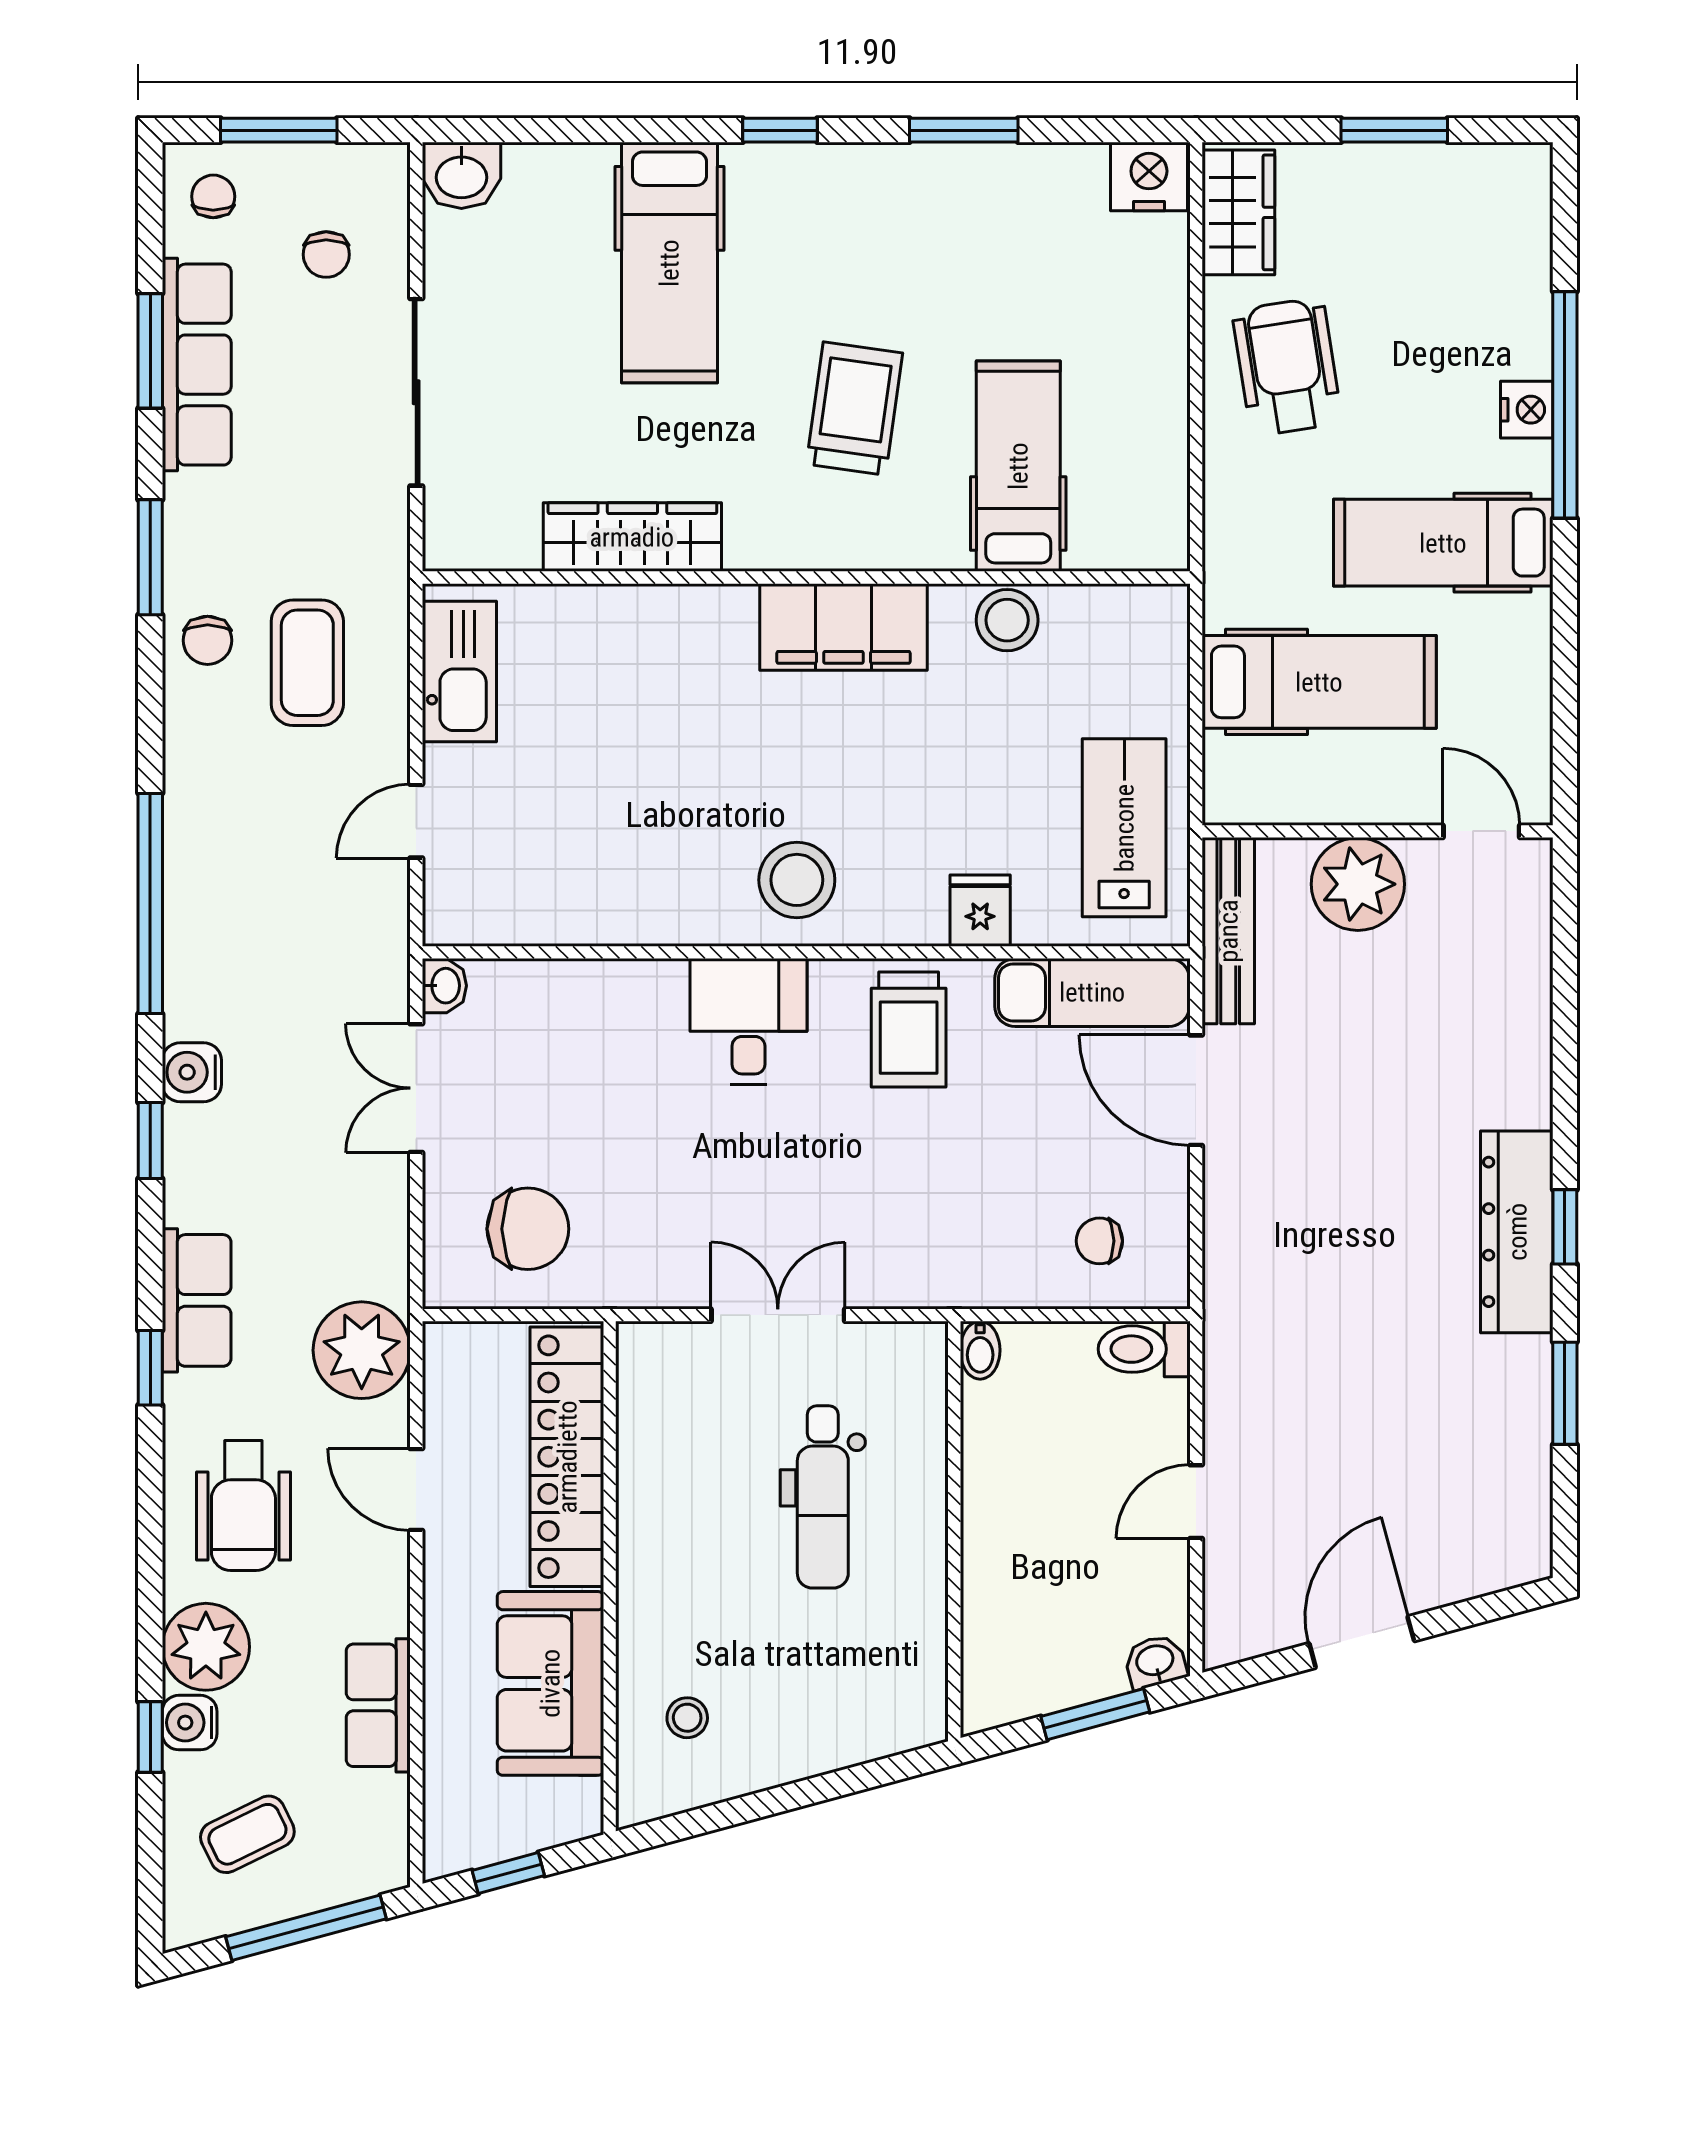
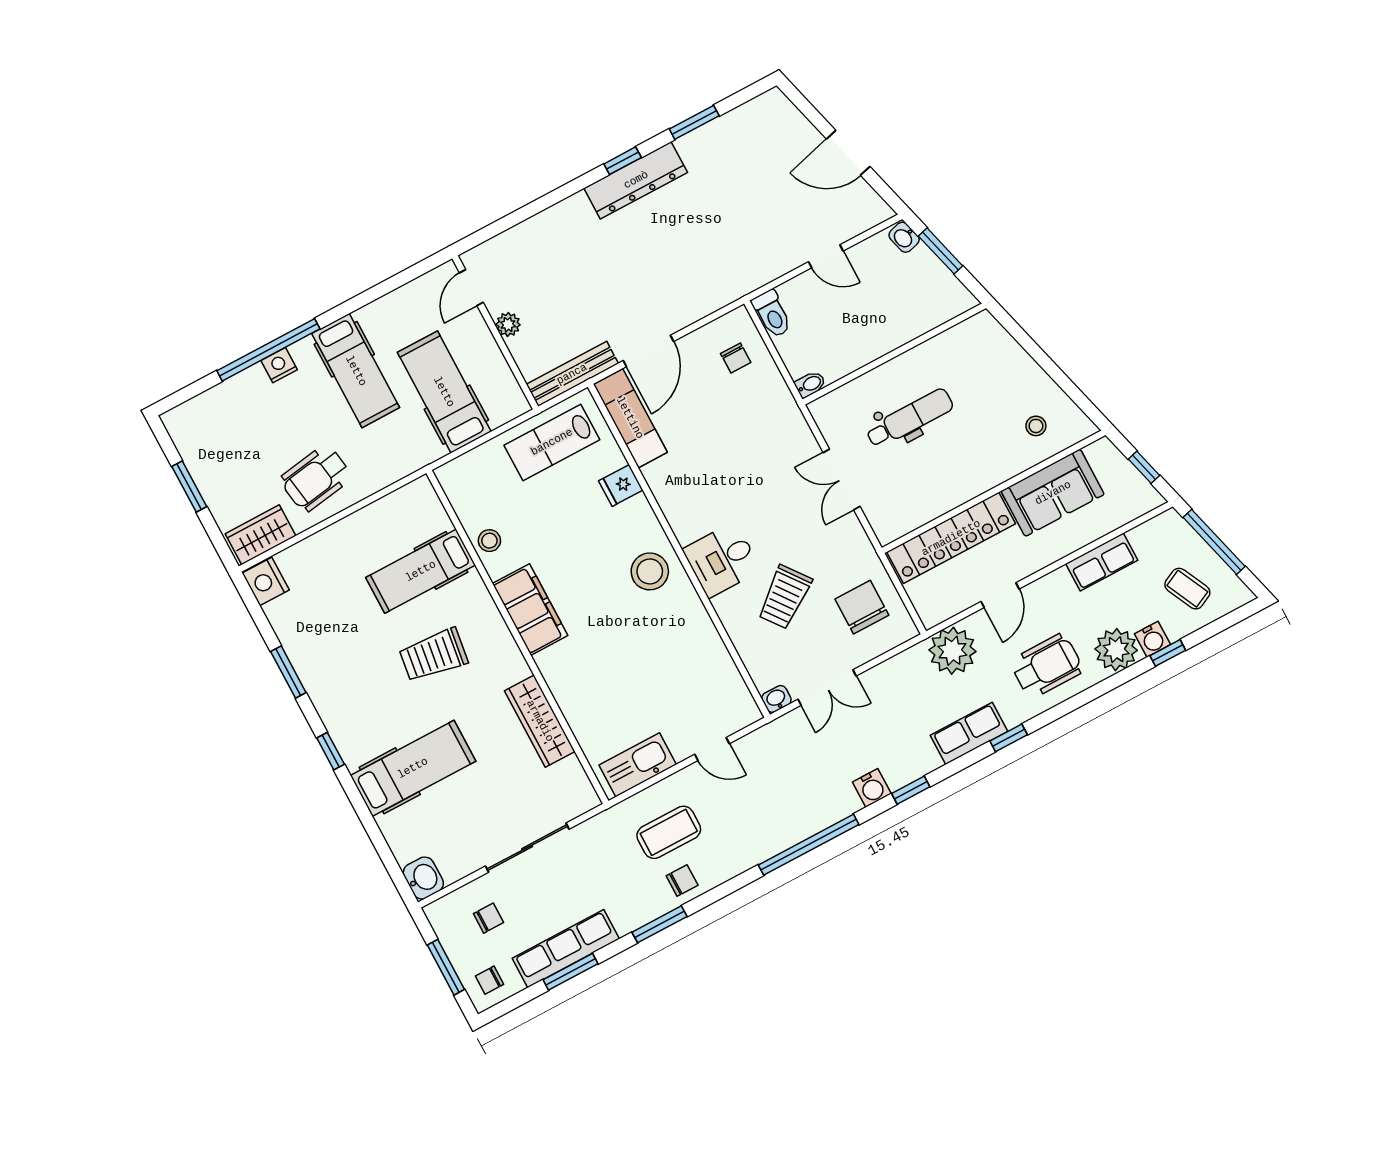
stool: (1007, 620) -> (489, 541), width x0.73, depth x0.73
plant: (1358, 884) -> (508, 324), width x0.53, depth x0.53
trolley: (909, 1030) -> (785, 597), moved, turned 143

